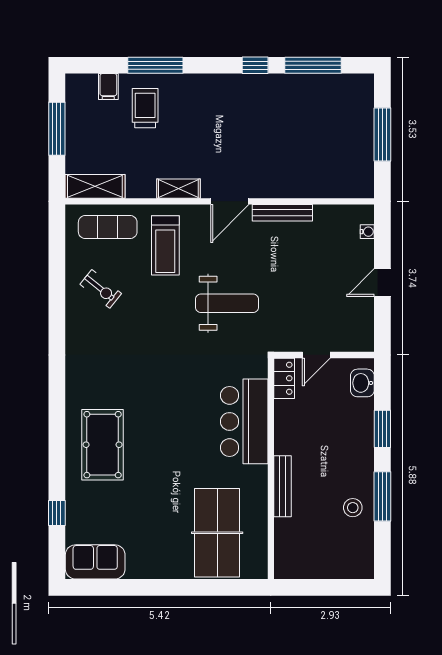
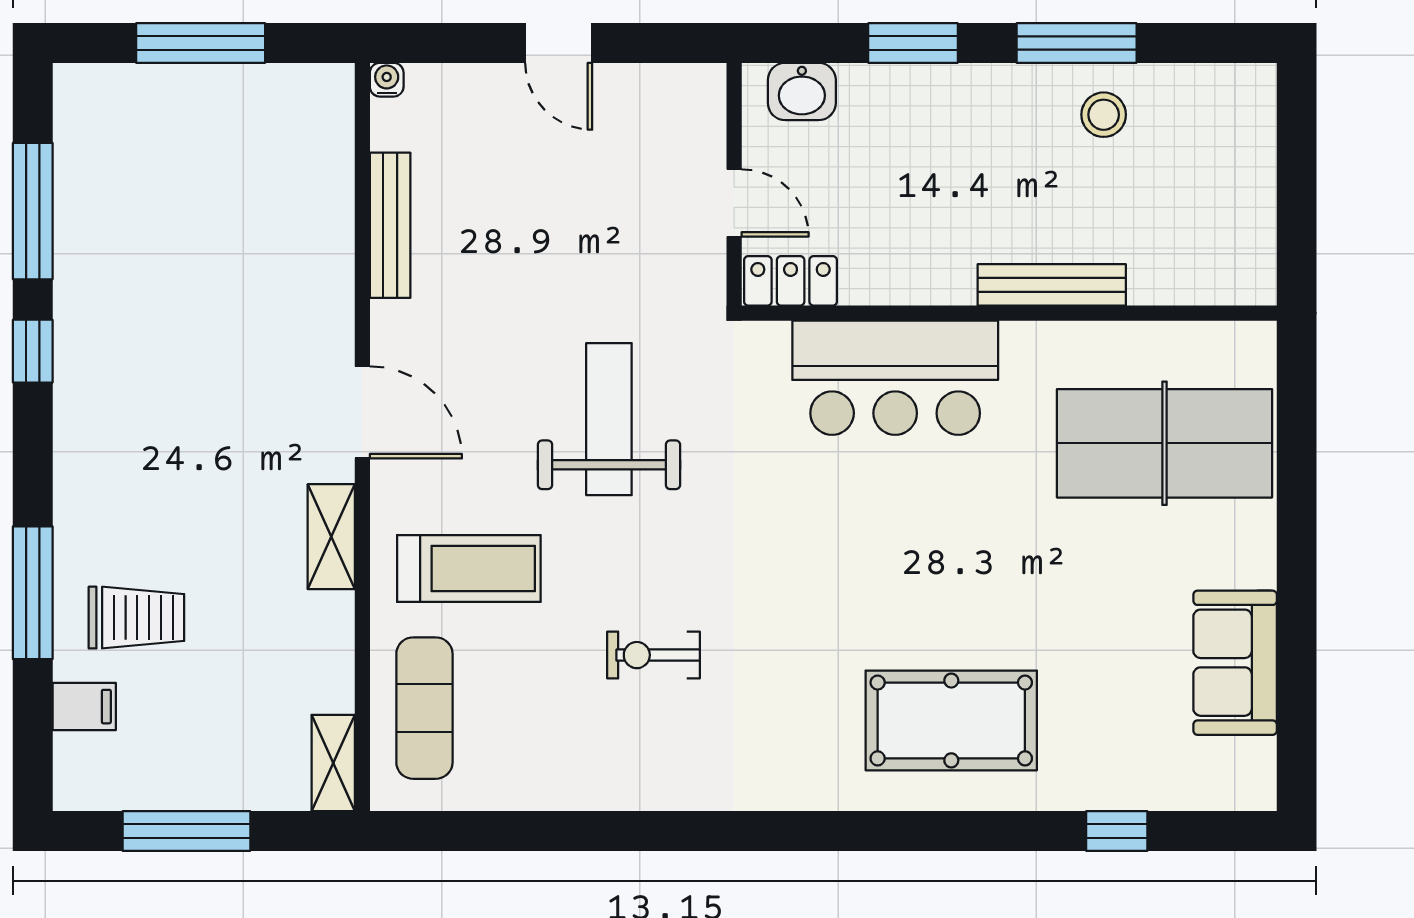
trolley: (145, 108) -> (136, 618), turned 180
shelving: (95, 186) -> (333, 763), width x0.67, depth x0.75
bench: (282, 213) -> (390, 225), moved
water cooler: (367, 232) -> (387, 80), moved
exercise bike: (101, 289) -> (653, 655), moved, turned -129
sofa: (95, 562) -> (1235, 663), moved

